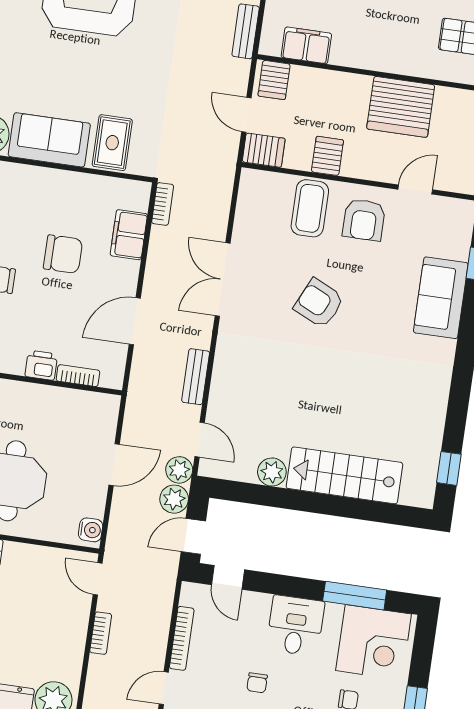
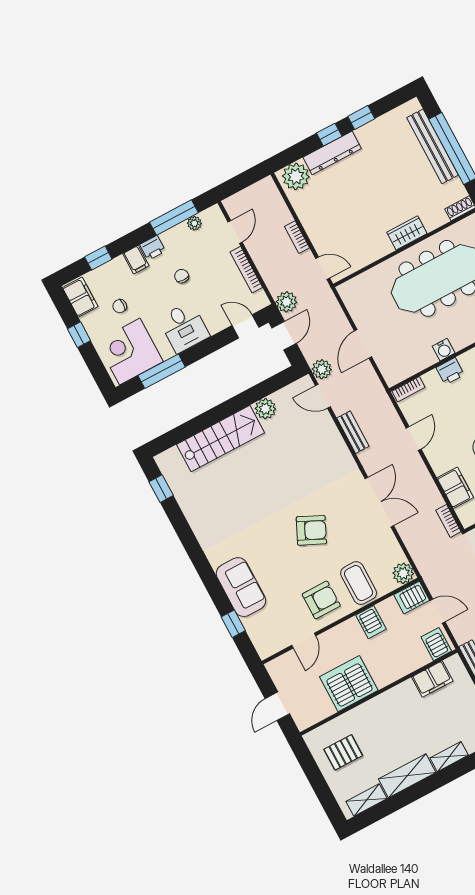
plant: (254, 183) -> (403, 573), added
armchair: (364, 220) -> (321, 600), turned 90
door: (135, 321) -> (414, 439), width x0.73
bookcase: (78, 376) -> (409, 389), moved
plant: (174, 499) -> (287, 302), moved
water cooler: (91, 530) -> (444, 350), moved, turned -90

